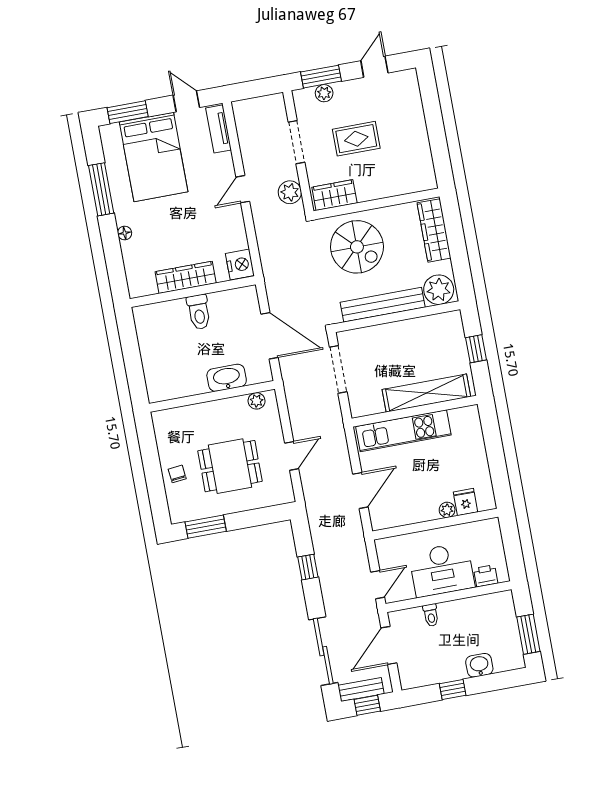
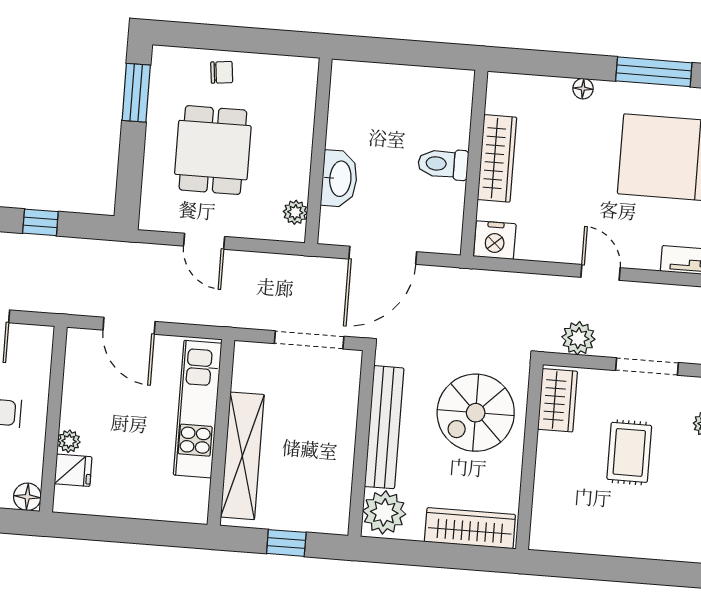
floor lamp: (491, 528) -> (27, 497), added

